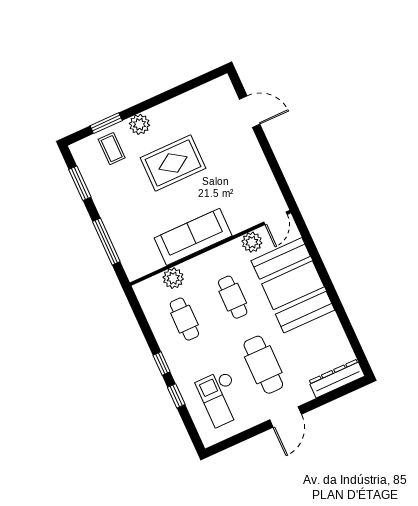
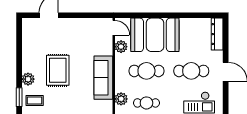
cafe table: (233, 297) -> (146, 71), width x1.37, depth x1.35

